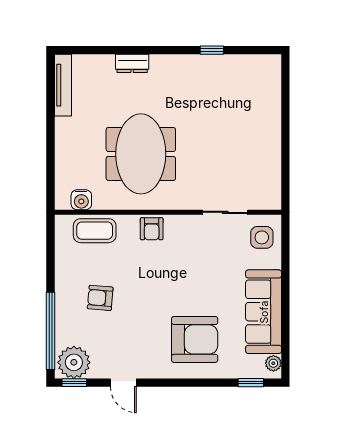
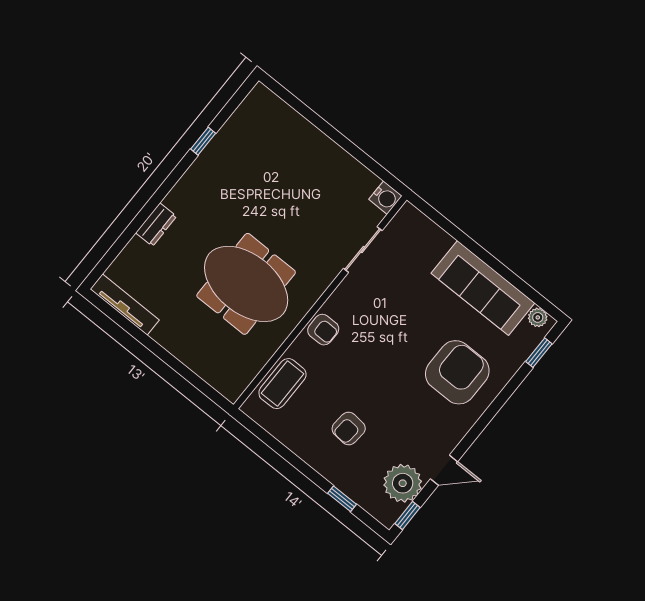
water cooler: (81, 200) -> (385, 198), moved
side table: (262, 237) -> (413, 234), removed
window: (50, 331) -> (342, 499), width x0.32
plant: (74, 362) -> (403, 483), moved

